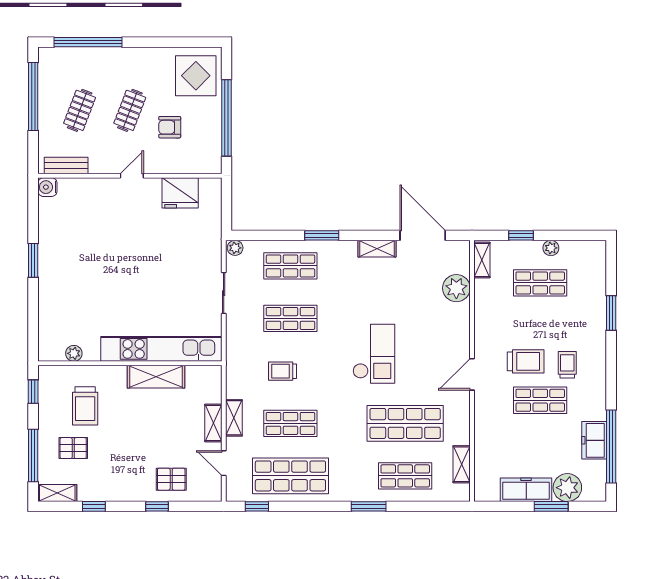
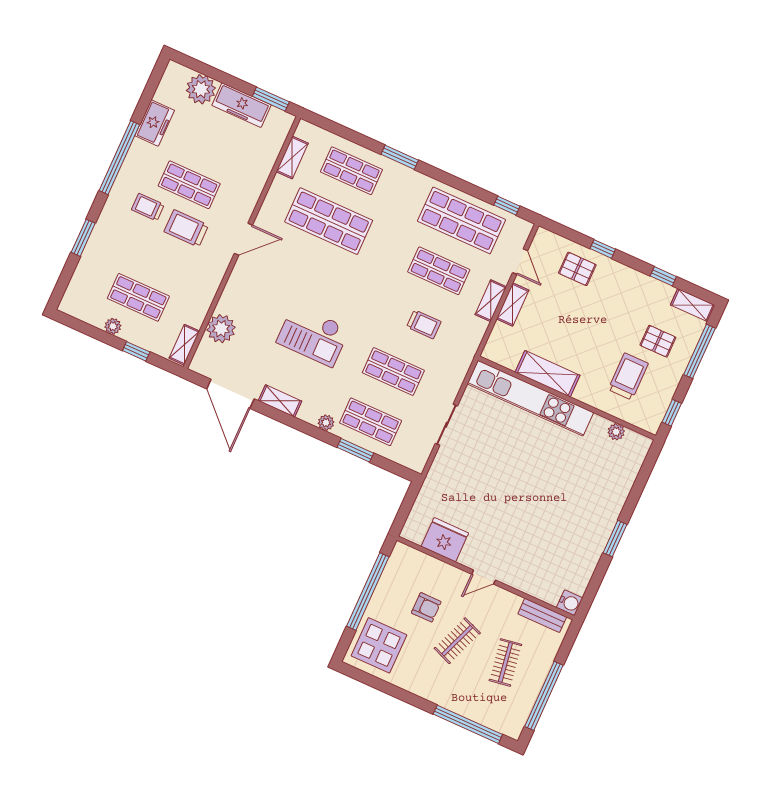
clothes rail: (80, 110) -> (505, 662), turned -30
window: (322, 235) -> (355, 450), moved
plant: (235, 248) -> (326, 423), moved
checkout: (374, 354) -> (313, 335), moved, turned -90
trolley: (567, 365) -> (148, 207), turned 90
window: (611, 447) -> (119, 158), moved
window: (551, 506) -> (271, 99), moved

